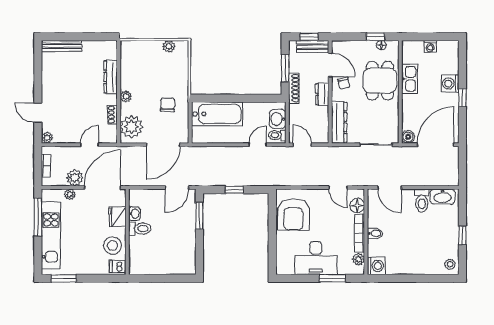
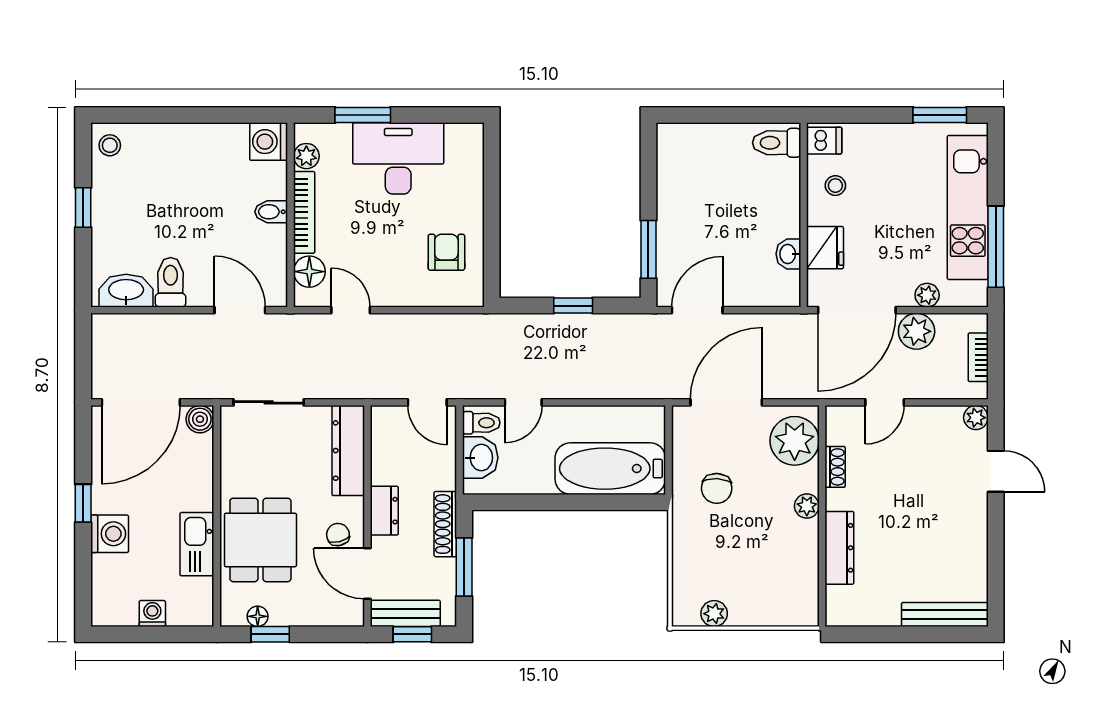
armchair: (293, 215) -> (446, 252), width x0.53, depth x0.53
toilet: (140, 229) -> (777, 143), moved
stool: (112, 246) -> (835, 186), width x0.53, depth x0.53

